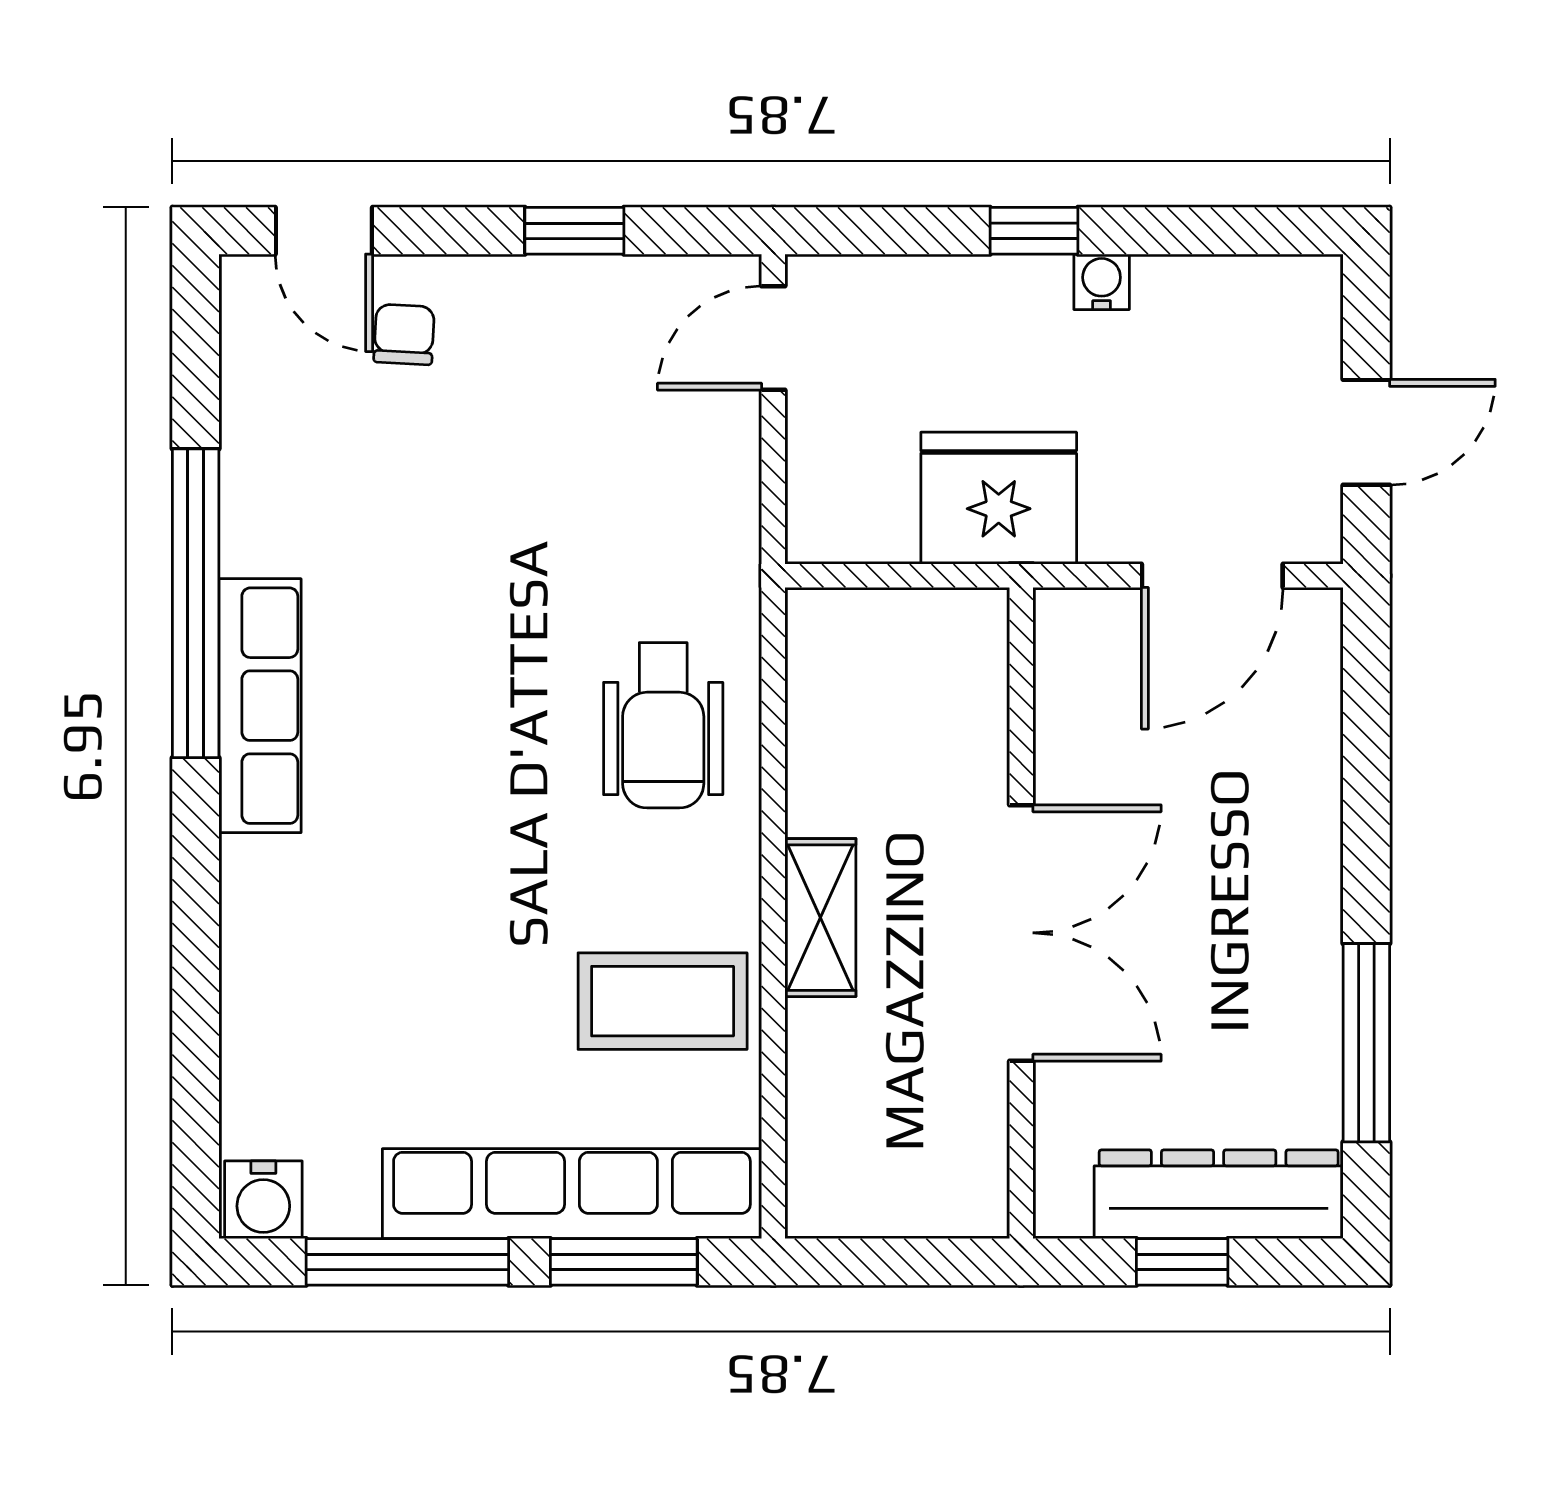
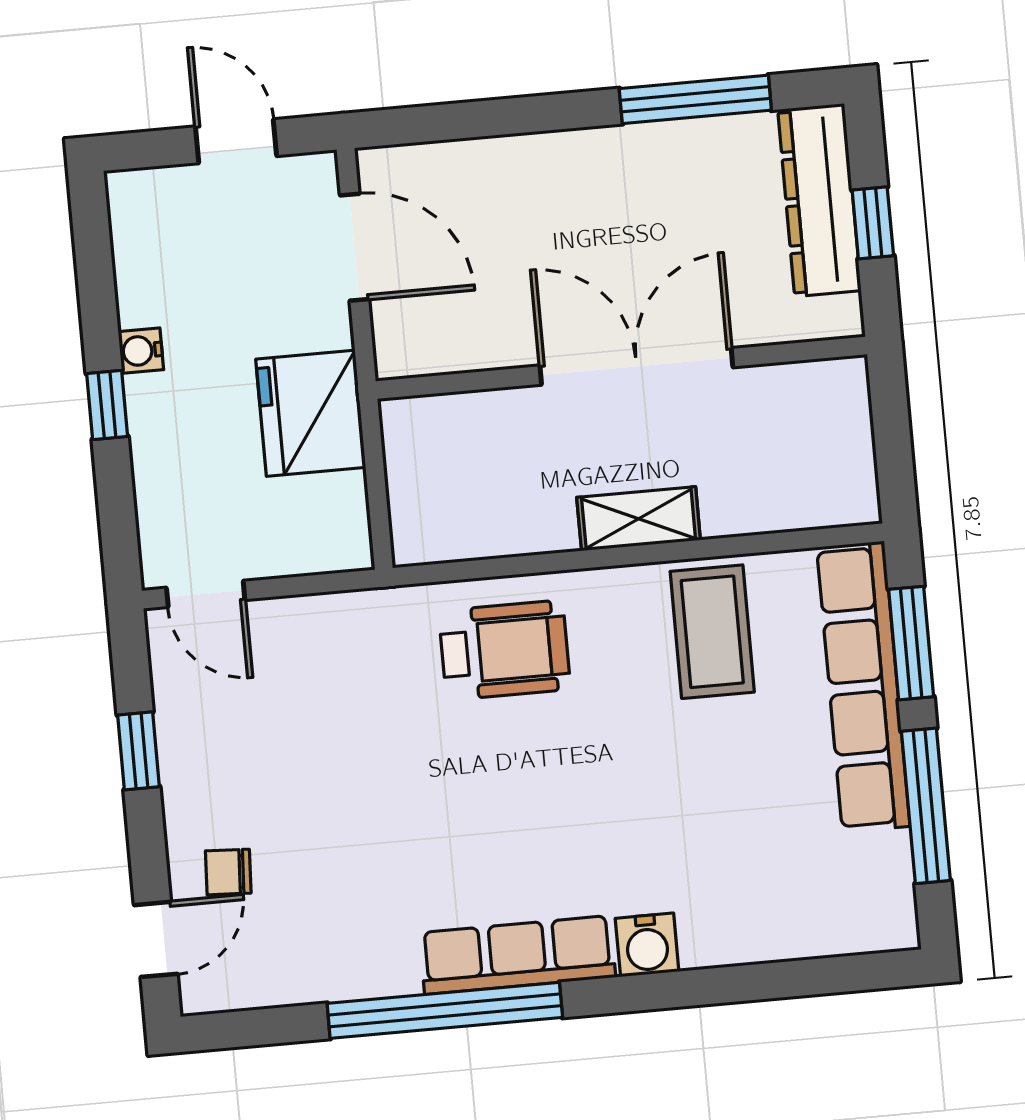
water cooler: (263, 1200) -> (647, 945), moved, turned 90

